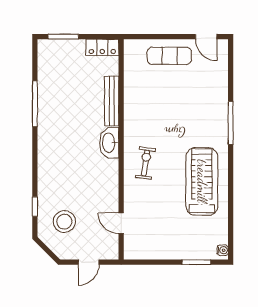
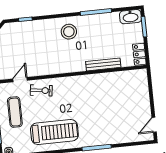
exercise mat: (169, 56) -> (15, 112), moved
washbasin: (109, 143) -> (130, 17), moved, turned 180
exercise bike: (145, 163) -> (41, 90), moved
stool: (64, 222) -> (69, 32), moved

